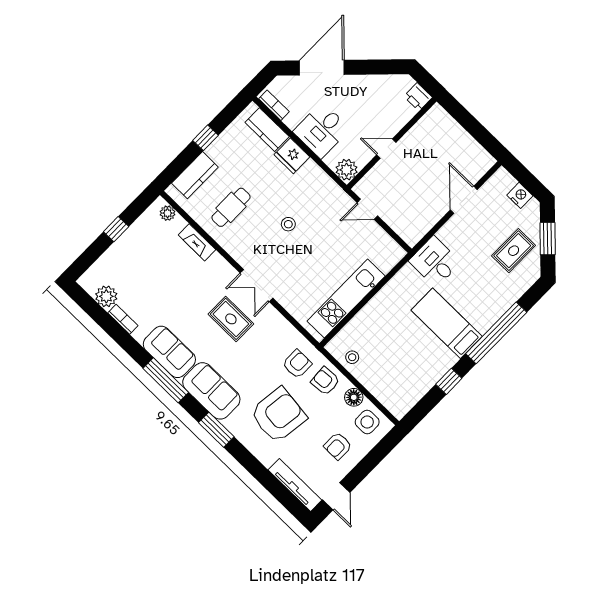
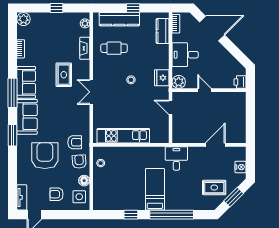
fridge: (292, 156) -> (162, 78), moved
kitchen counter: (195, 175) -> (119, 19), width x1.50
plant: (106, 296) -> (24, 19), moved
rug: (231, 319) -> (64, 75), moved
armchair: (278, 415) -> (45, 156), turned -97
tv unit: (295, 485) -> (22, 197), width x0.71

